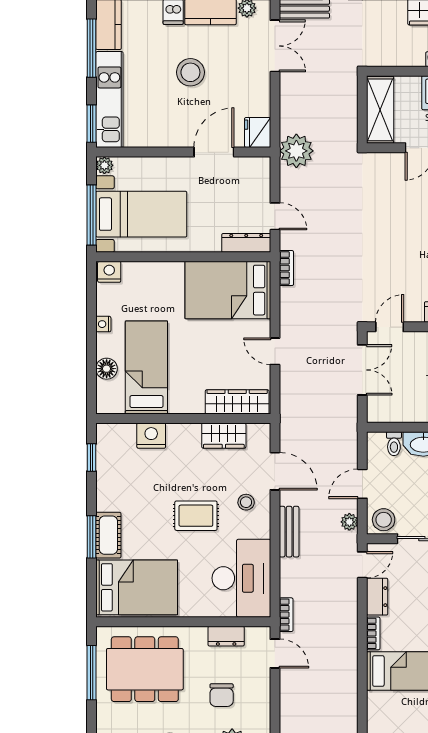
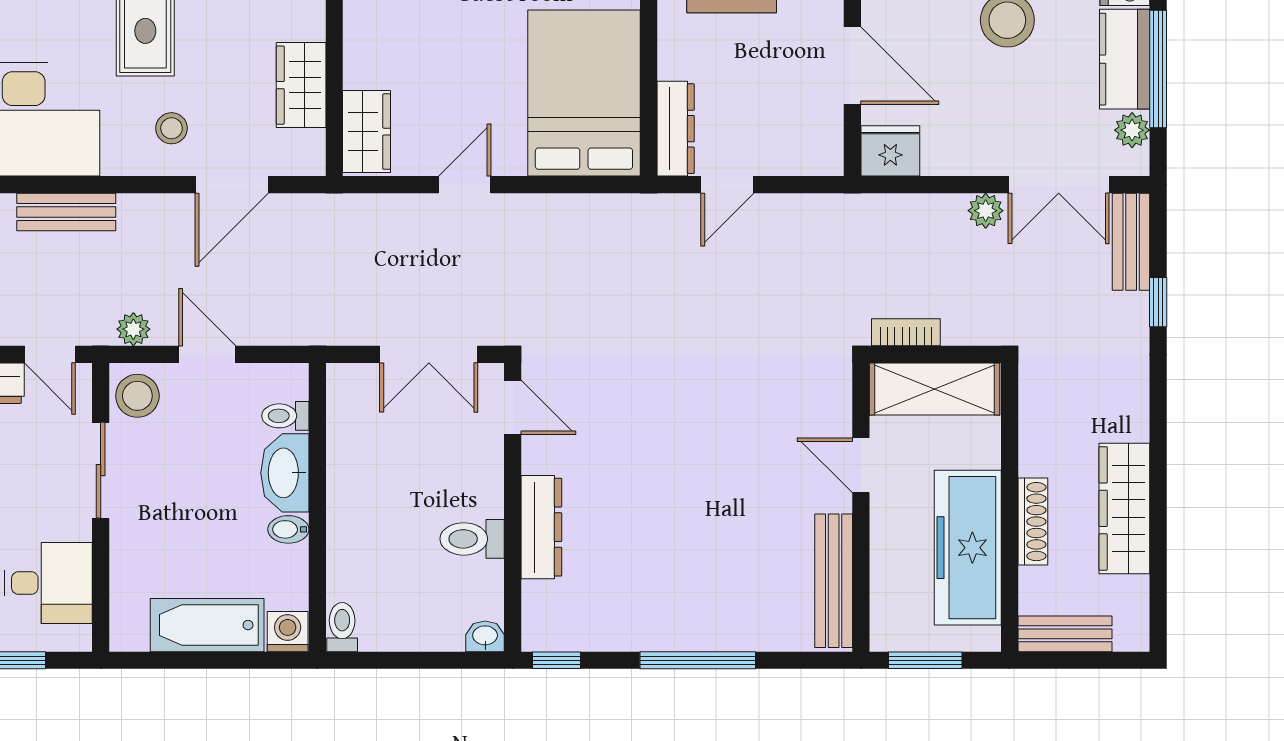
plant: (296, 151) -> (986, 211), moved, width x0.53, depth x0.53
bookcase: (286, 268) -> (906, 332), moved, turned 180
wardrobe: (237, 402) -> (367, 132), width x0.67
bench: (289, 532) -> (66, 212), moved

